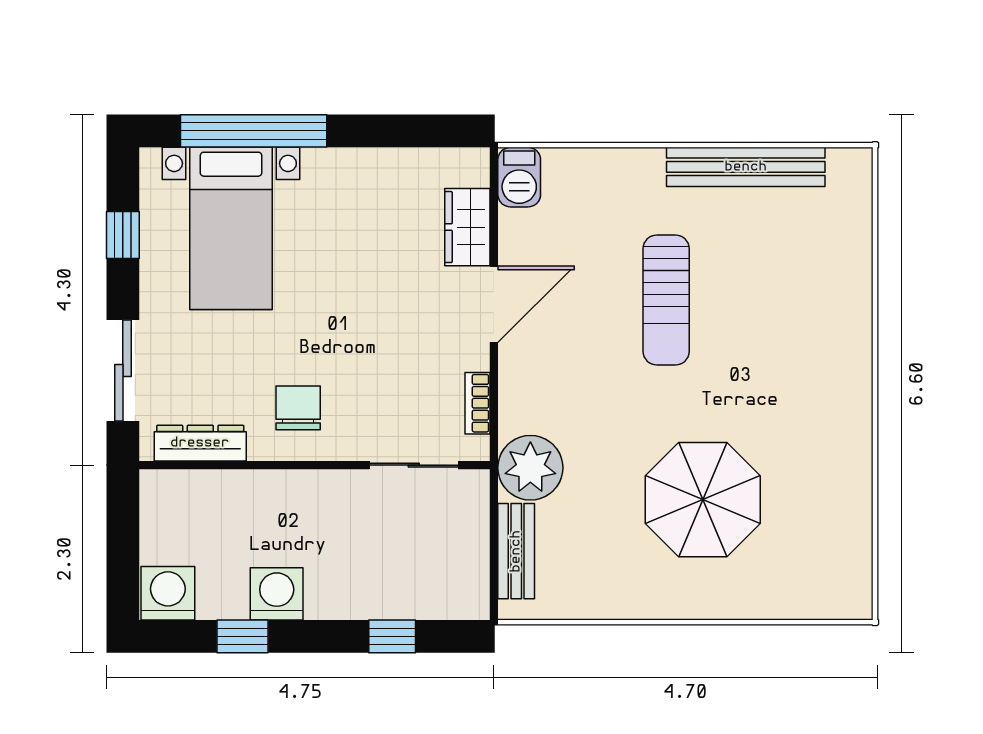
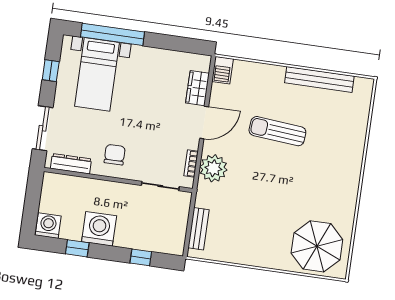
sun lounger: (666, 300) -> (277, 131), turned 95
plant: (530, 468) -> (213, 168), moved
parasol: (703, 500) -> (317, 246), moved
washing machine: (277, 594) -> (99, 229), width x1.37, depth x1.37

